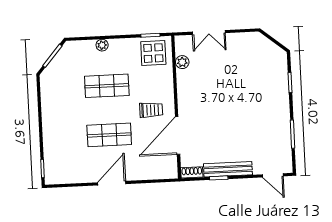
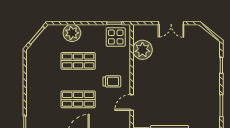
double door: (209, 32) -> (171, 23), moved
plant: (102, 45) -> (72, 33), width x1.88, depth x1.88
plant: (182, 62) -> (142, 50), width x1.88, depth x1.88
door: (178, 136) -> (132, 102), width x0.53

